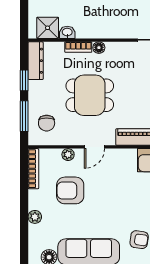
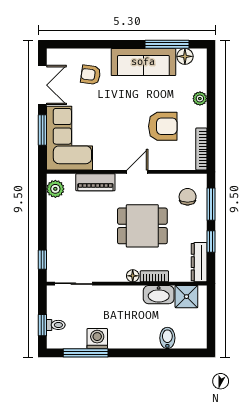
washbasin: (67, 32) -> (159, 295), width x1.91, depth x1.45
plant: (68, 155) -> (165, 164), removed

